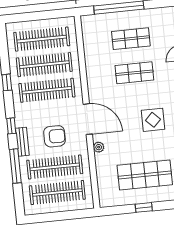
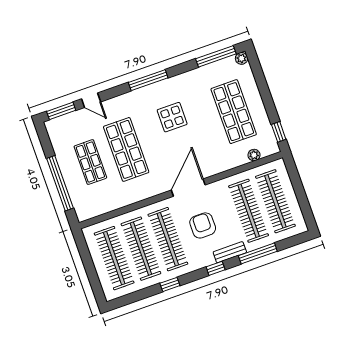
shop shelf: (134, 73) -> (126, 149), width x1.43, depth x1.36
armchair: (55, 136) -> (203, 225), moved
plant: (99, 147) -> (254, 155), moved
window: (144, 207) -> (279, 132), moved

